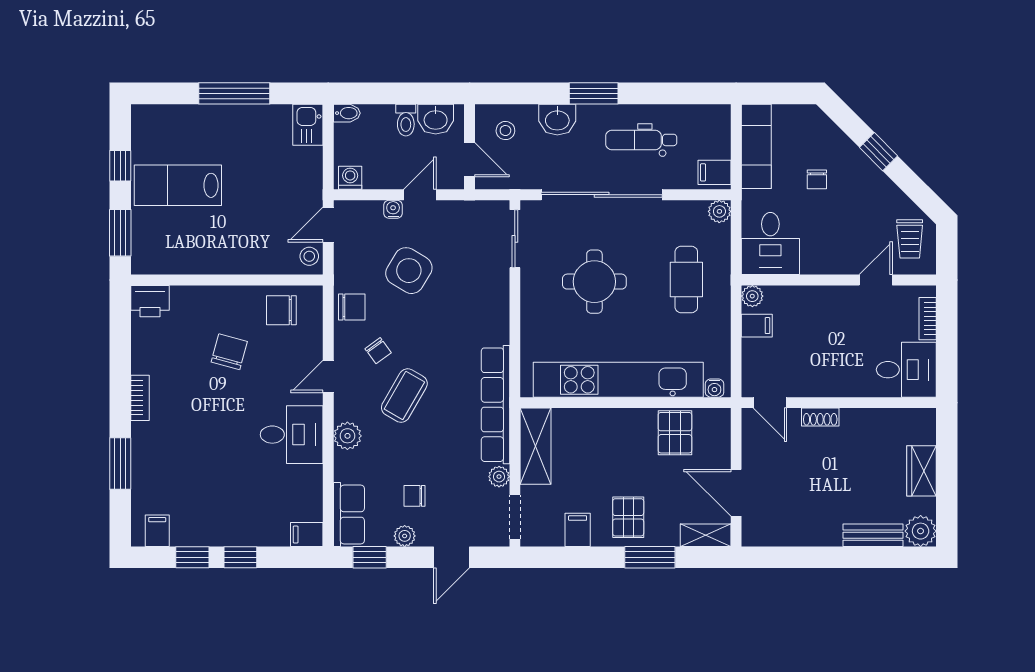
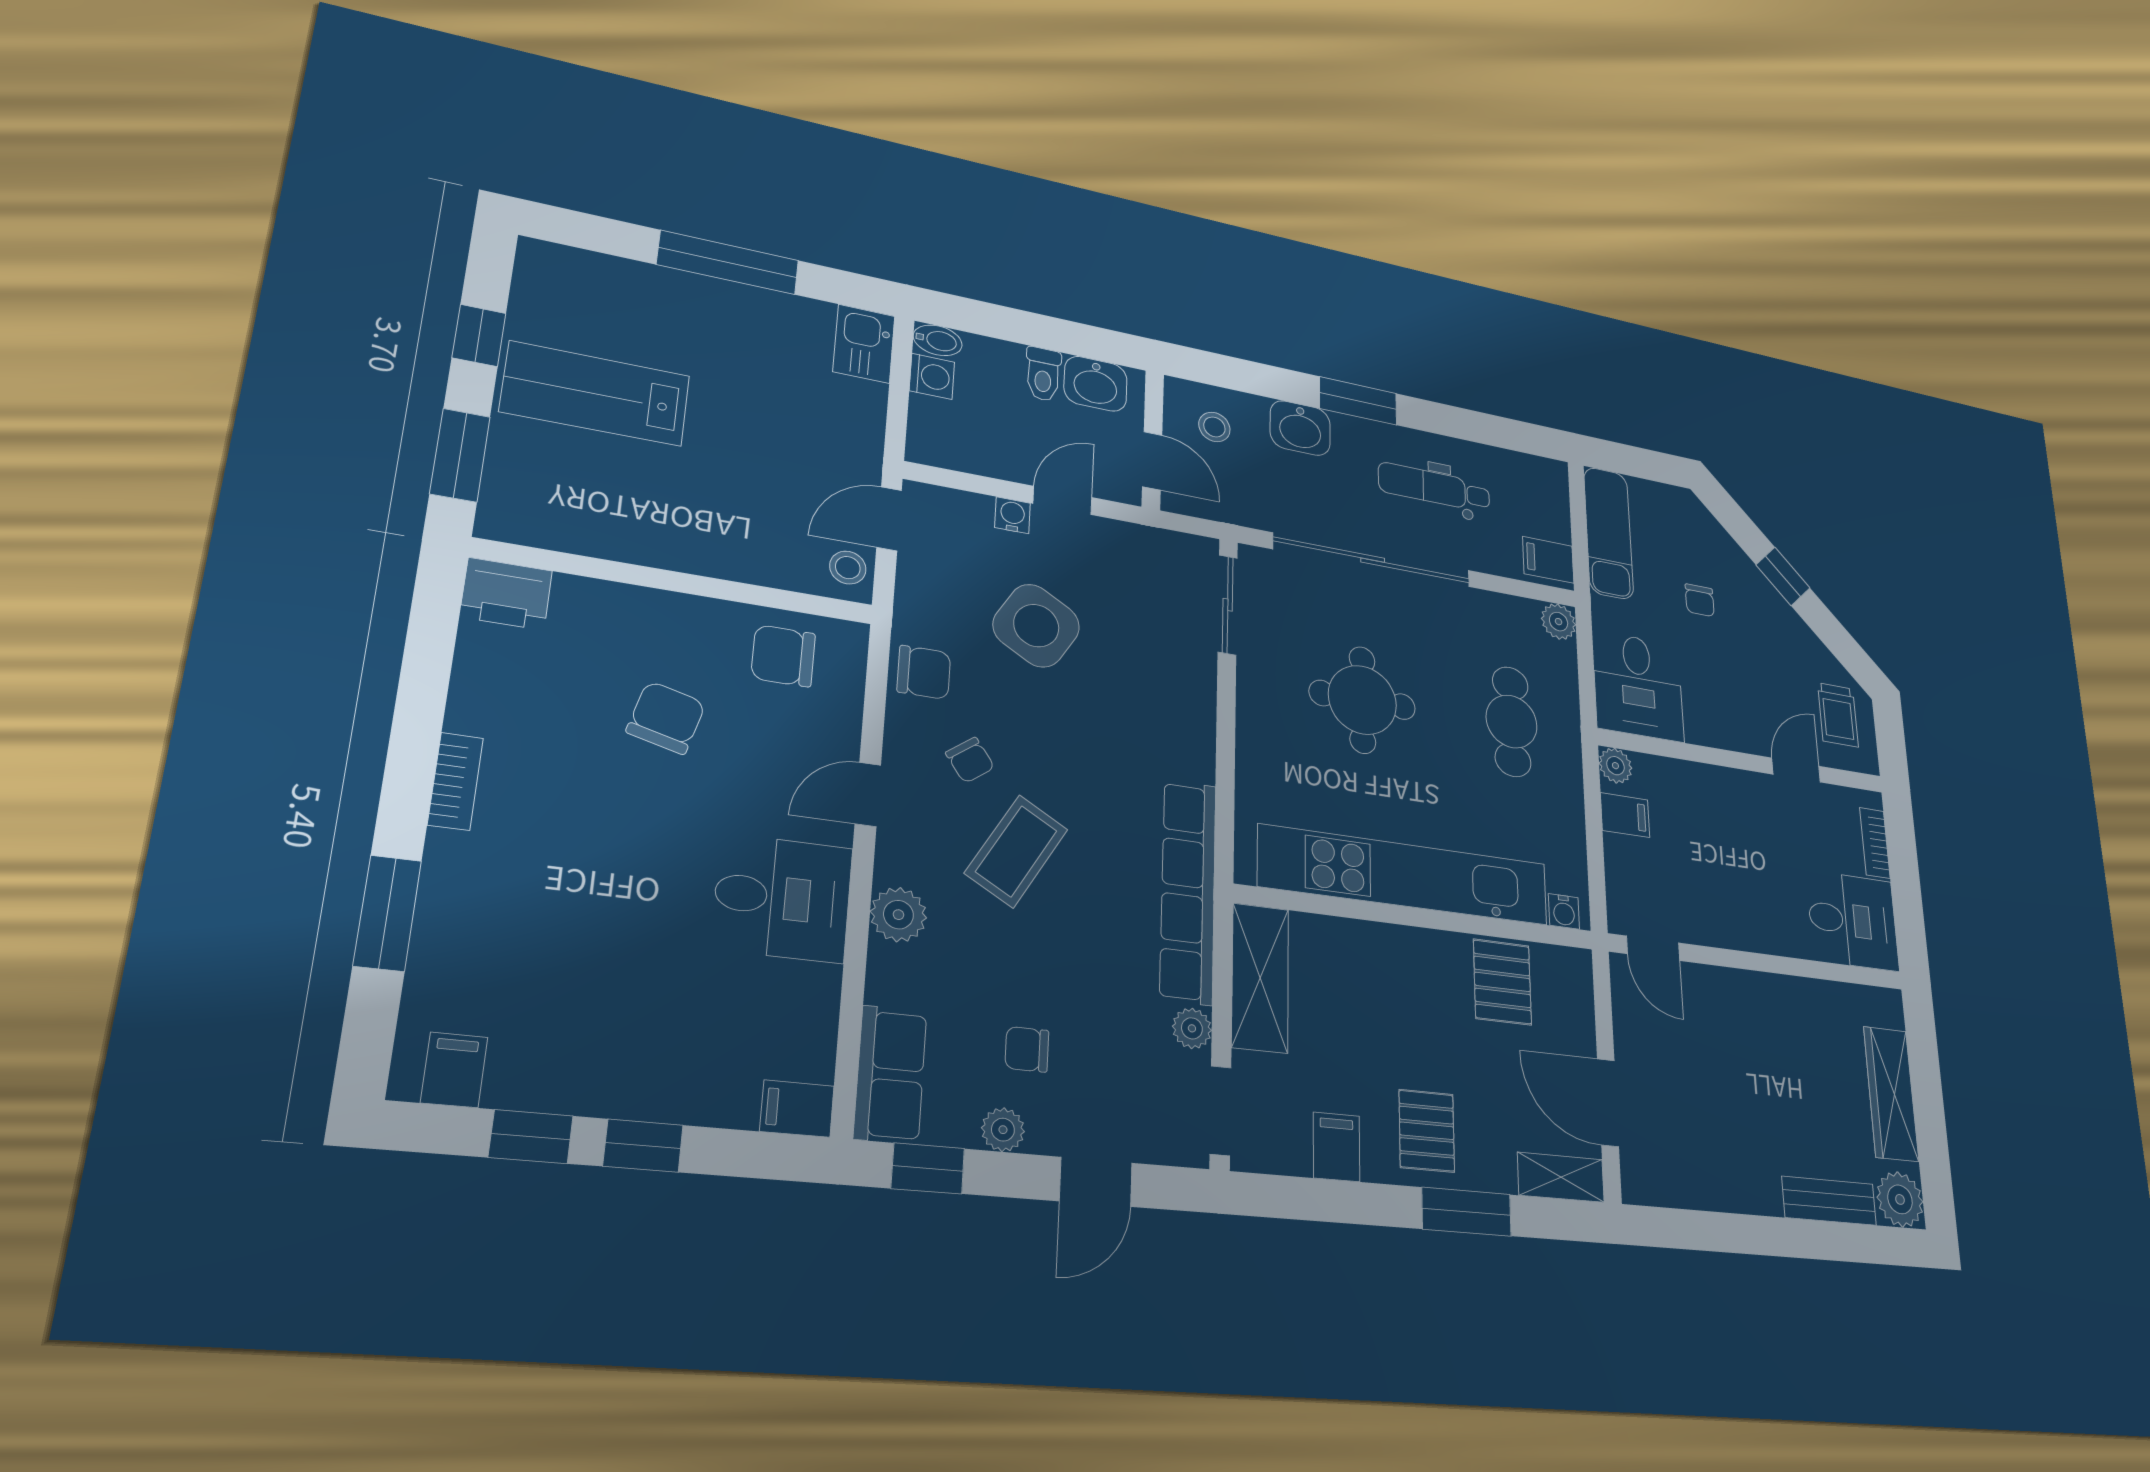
washing machine: (350, 178) -> (932, 376), moved, turned 90
shoe rack: (820, 417) -> (1732, 983), removed
wardrobe: (921, 471) -> (1891, 1094), width x1.50

